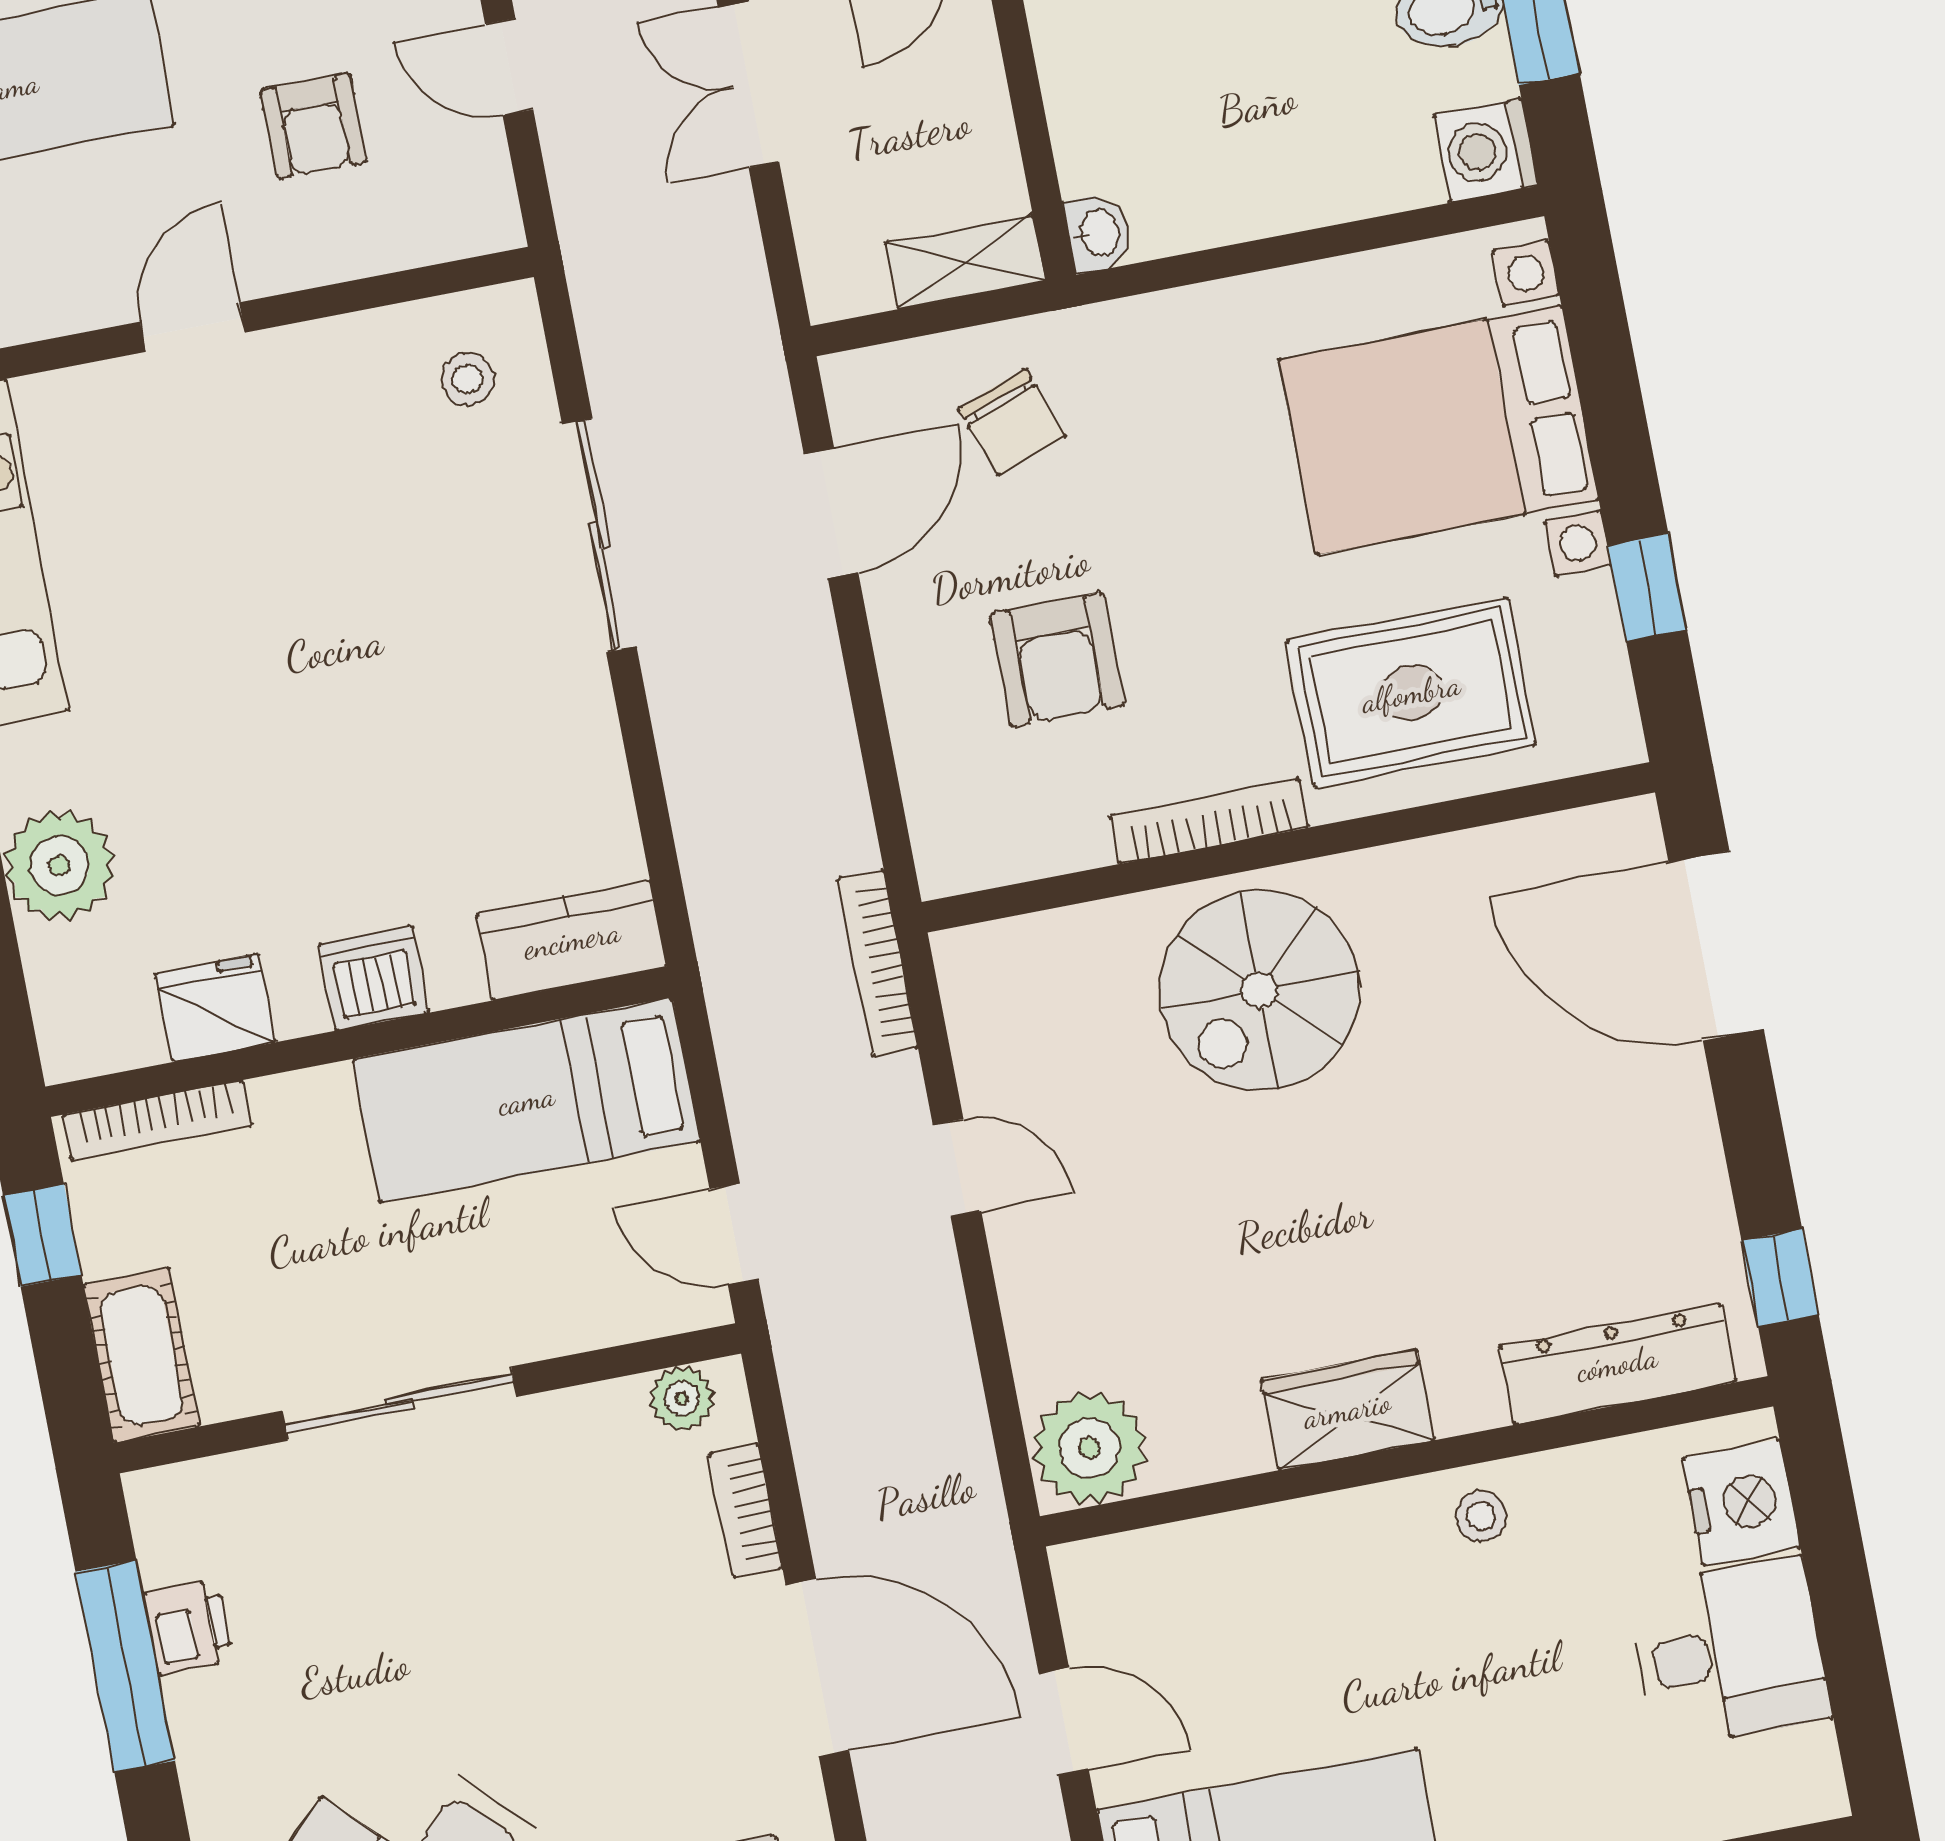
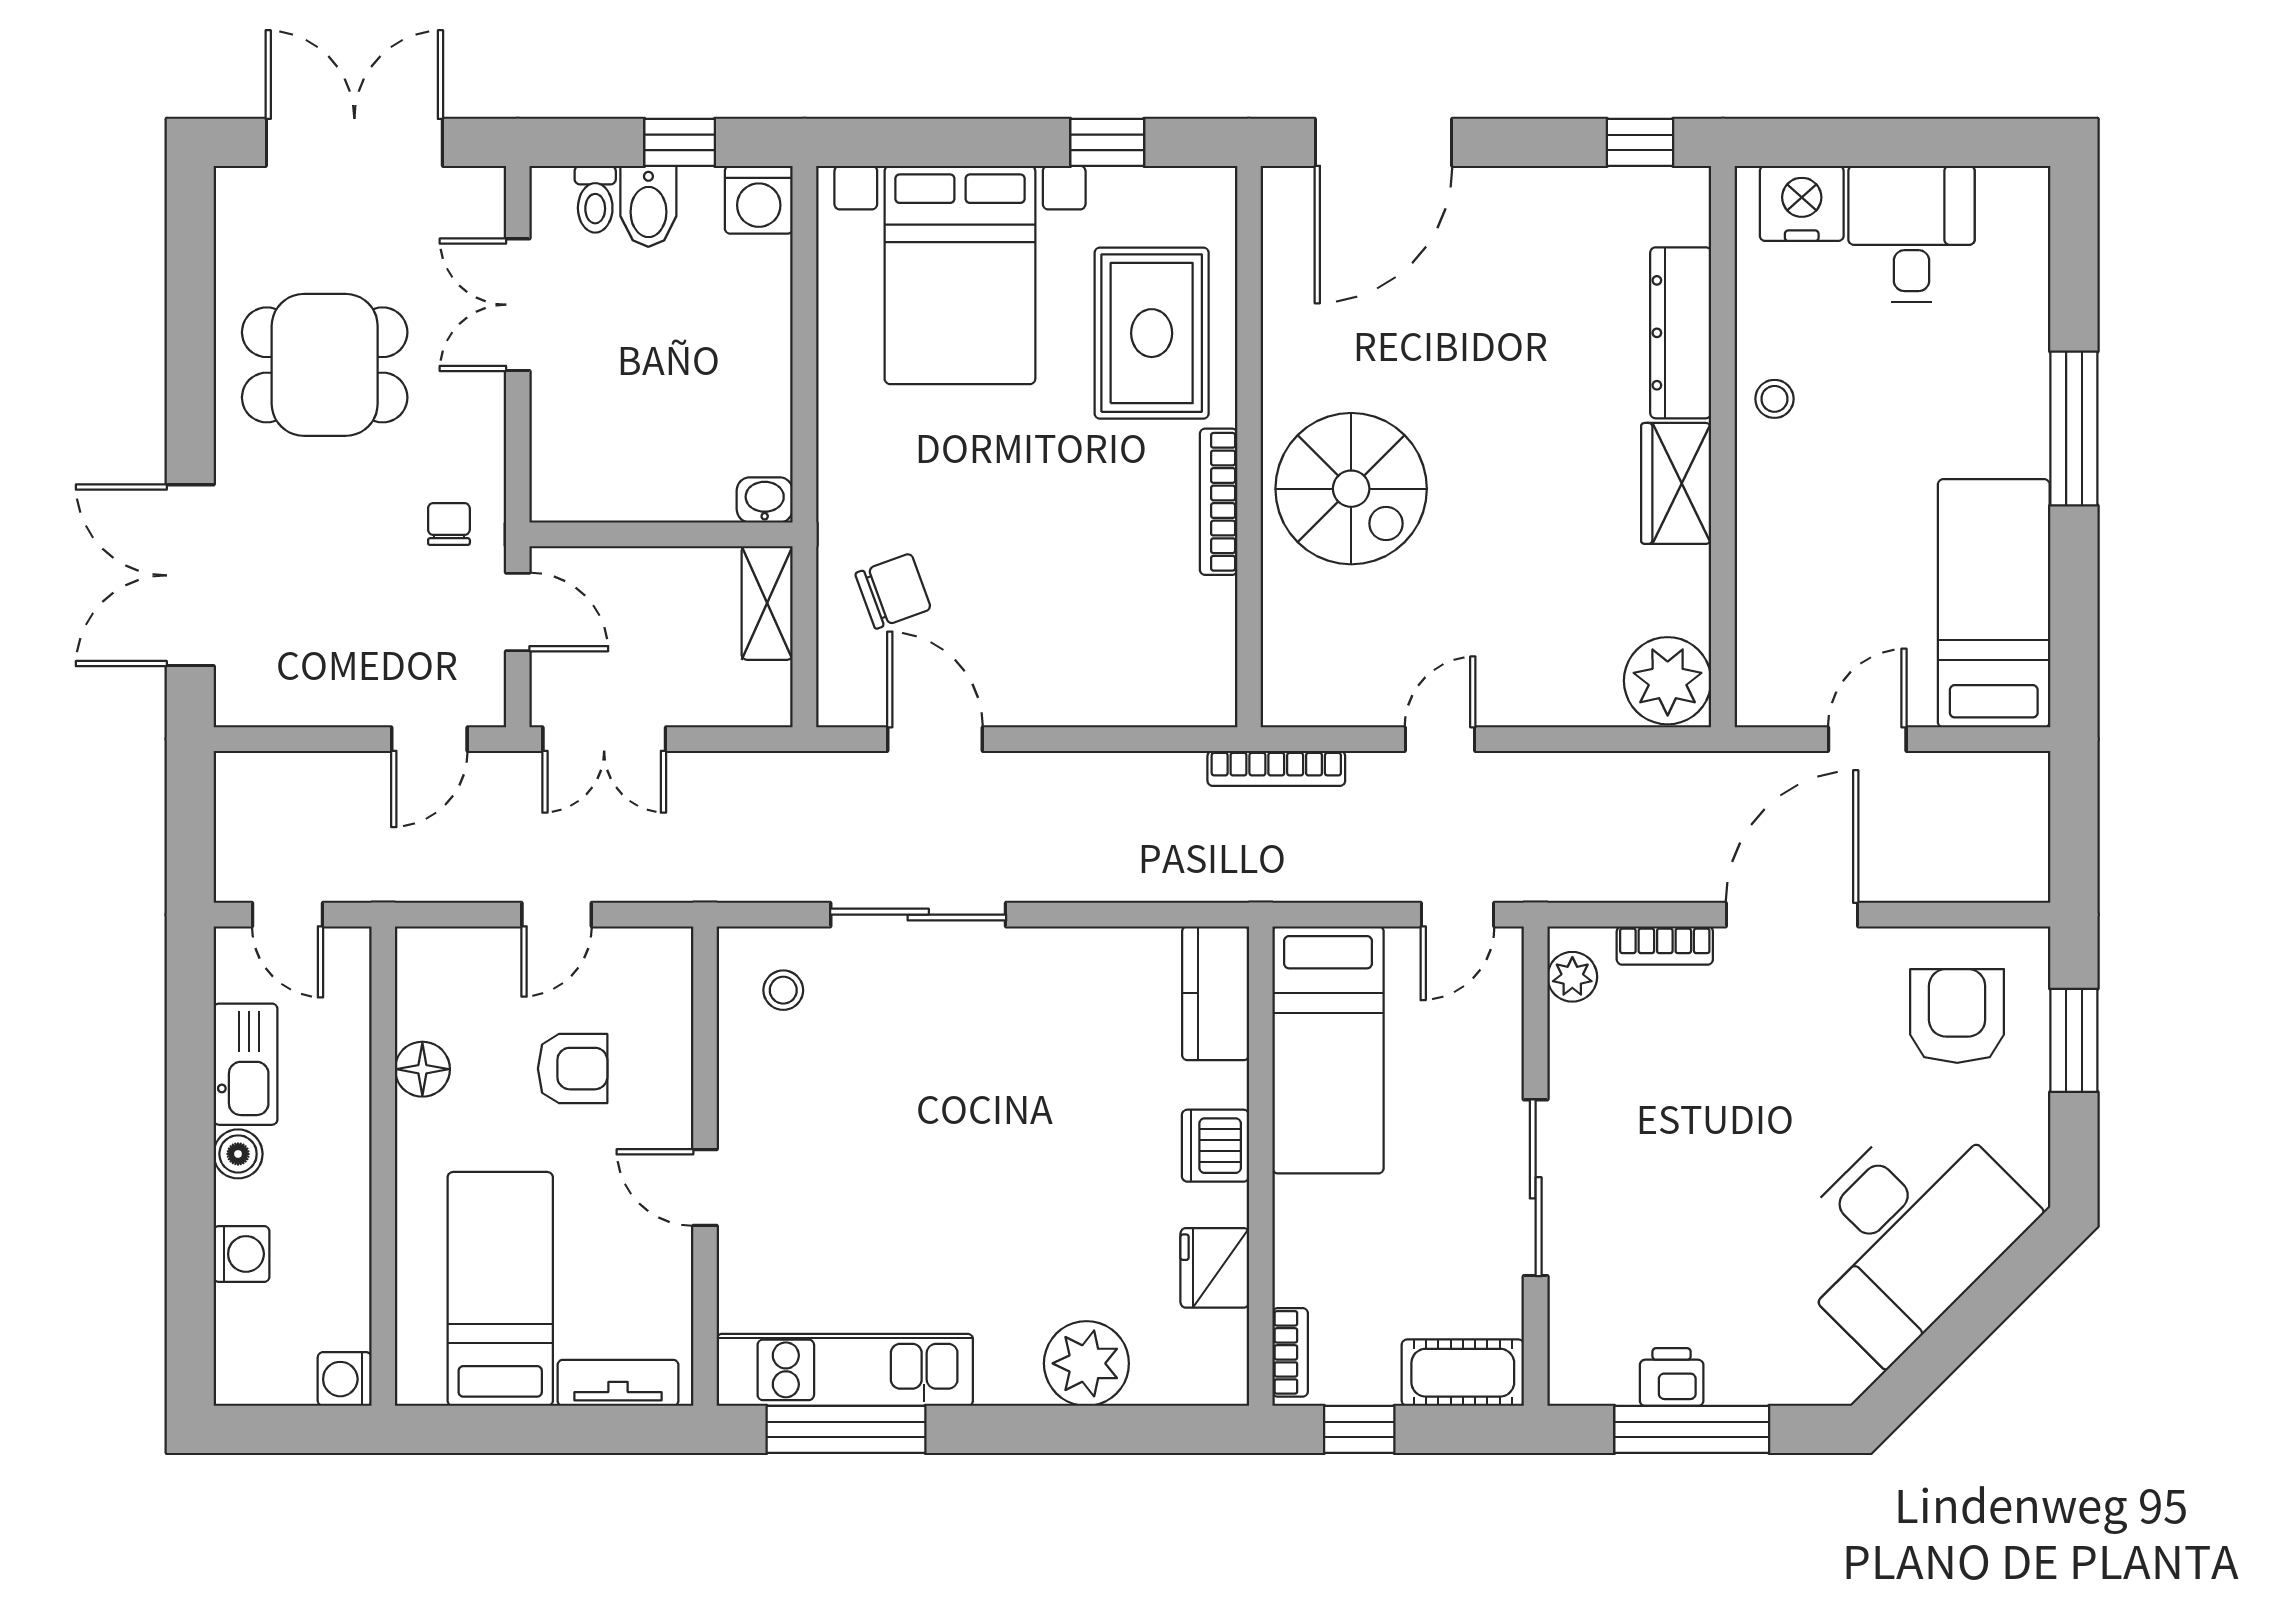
armchair: (1057, 660) -> (1076, 592), removed
bookcase: (157, 1120) -> (1290, 1352), width x0.64
dresser: (1617, 1364) -> (1681, 333), moved

